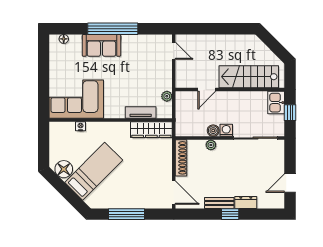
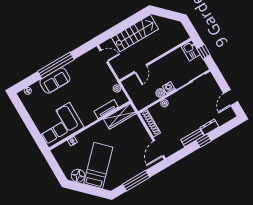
stairs: (249, 77) -> (135, 33), moved, turned 180
door: (174, 193) -> (159, 149), swing flipped

